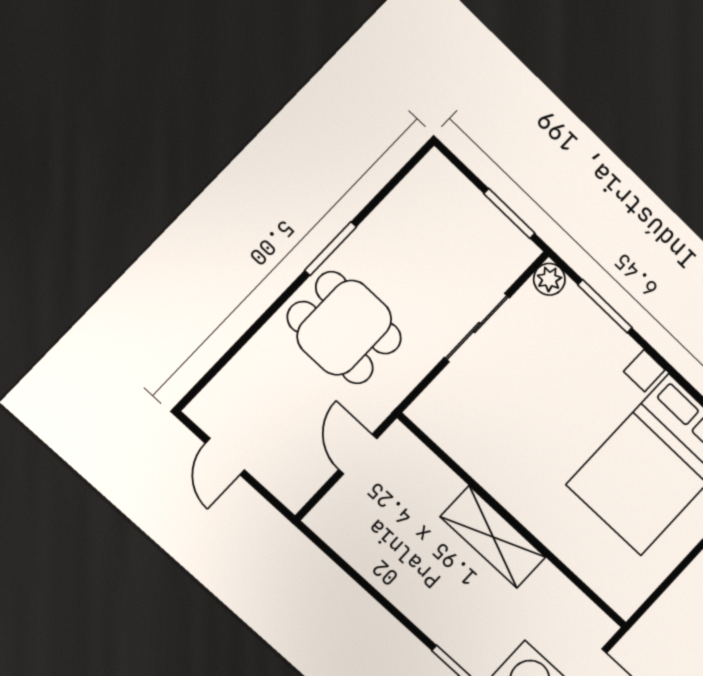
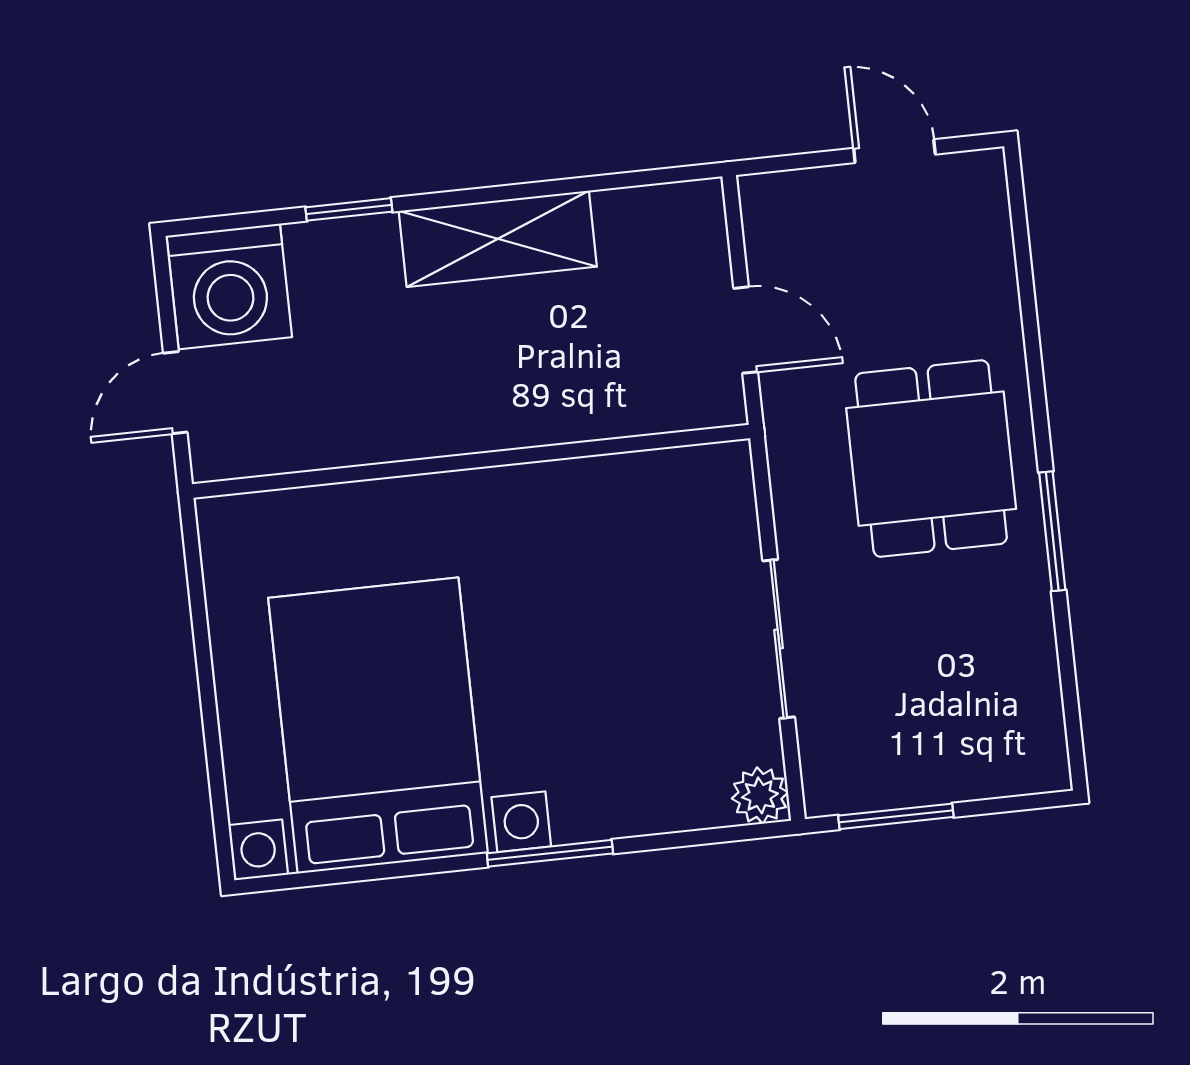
window: (605, 306) -> (550, 853), moved
dining table: (344, 328) -> (931, 459), turned 90
shelving: (493, 537) -> (498, 239), moved

